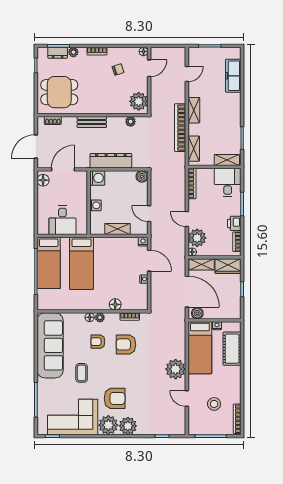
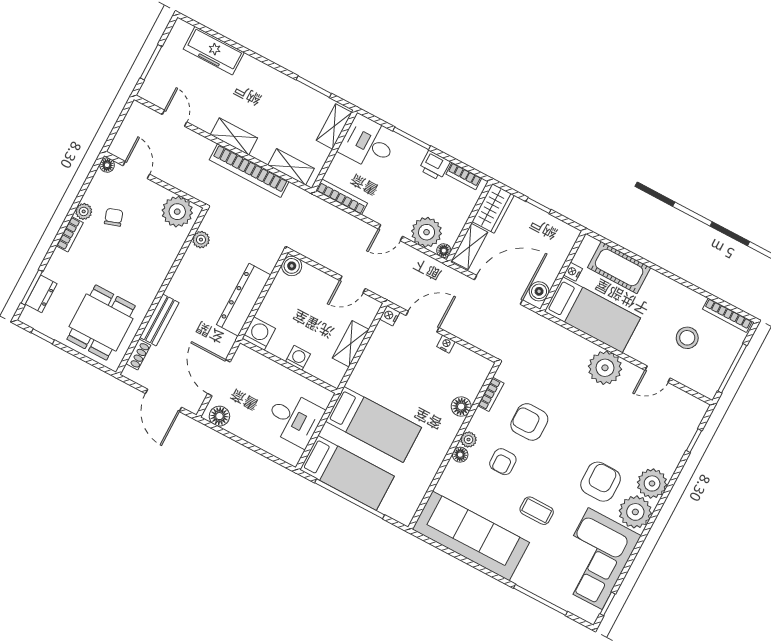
plant: (73, 52) -> (84, 211), moved
bench: (92, 122) -> (159, 320), moved
armchair: (126, 344) -> (529, 422), turned 90

